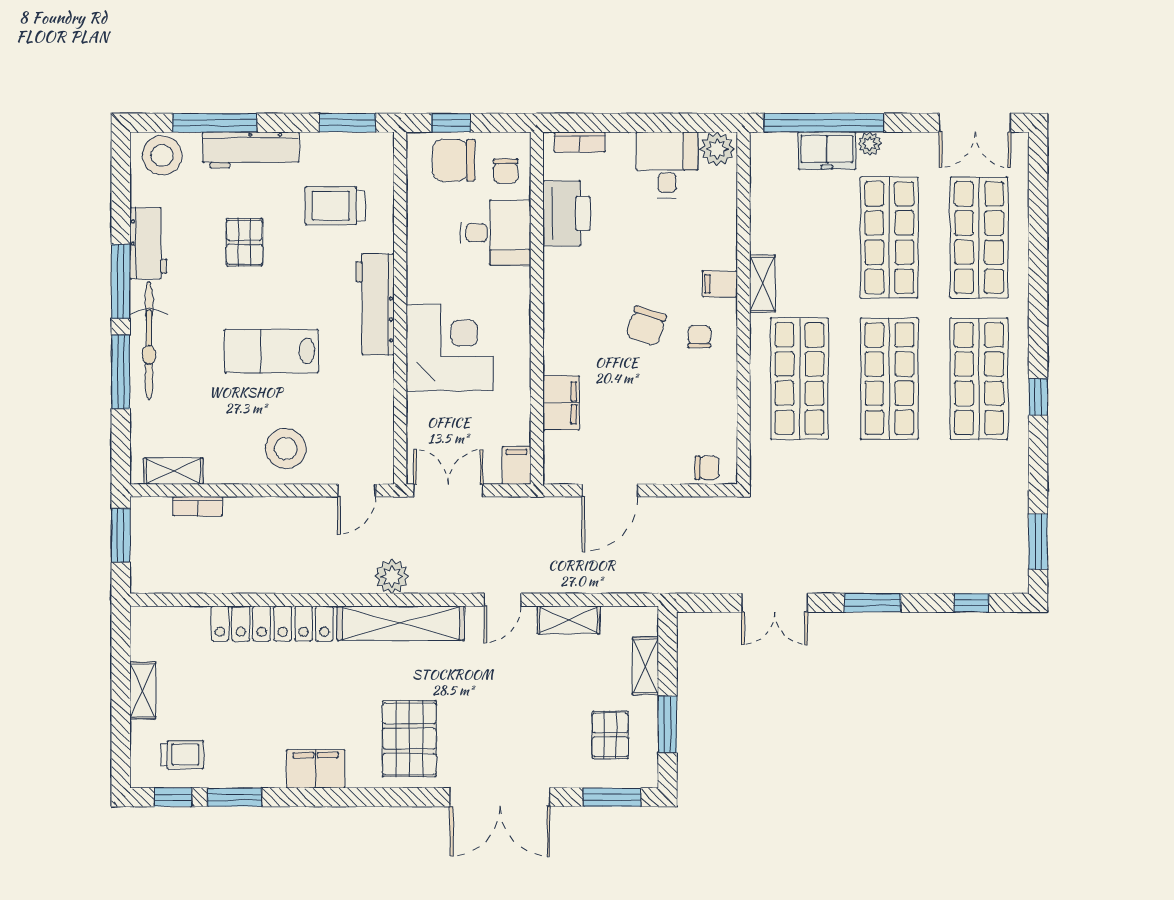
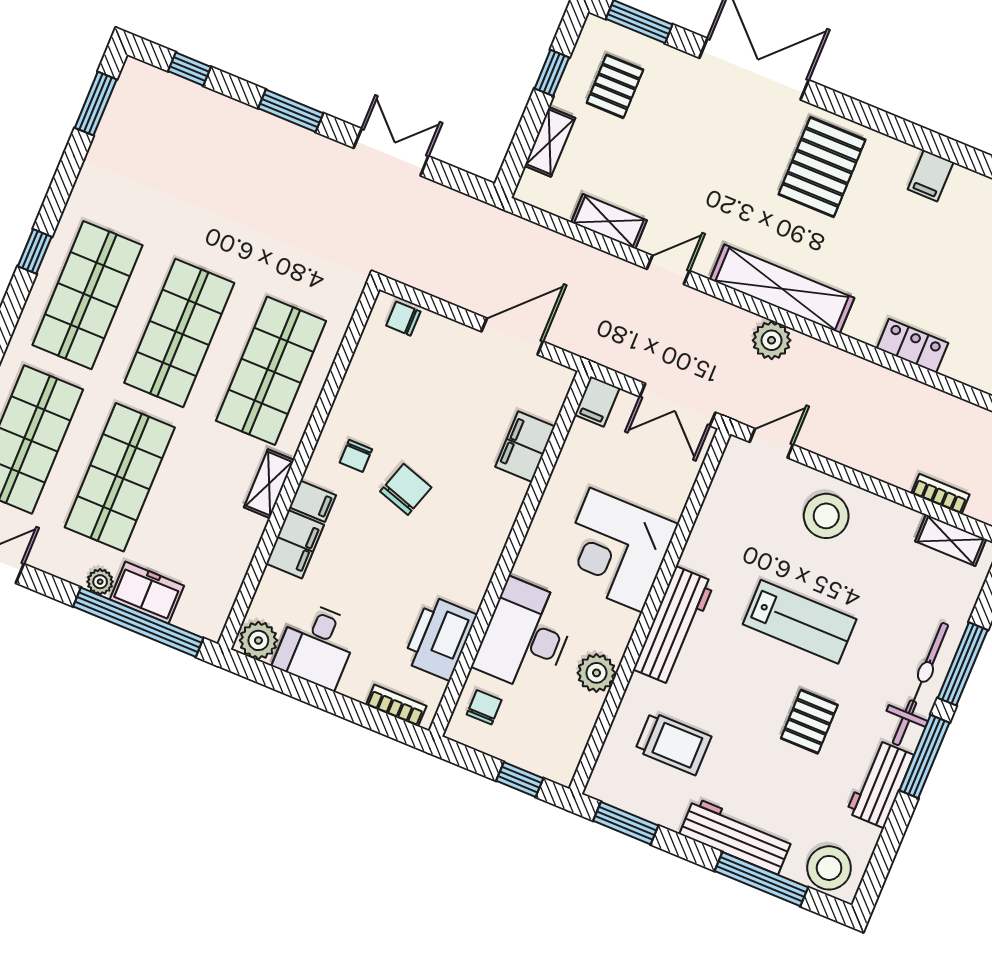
chair: (454, 160) -> (533, 740), removed
desk: (496, 233) -> (526, 636), width x1.37
plant: (424, 238) -> (596, 673), added
pallet: (244, 242) -> (809, 722), moved
filing cabinet: (720, 242) -> (295, 544), added
locker: (272, 624) -> (912, 346), width x0.46, depth x0.83
window: (667, 724) -> (552, 73), width x0.67
filing cabinet: (316, 769) -> (931, 176), width x0.50

